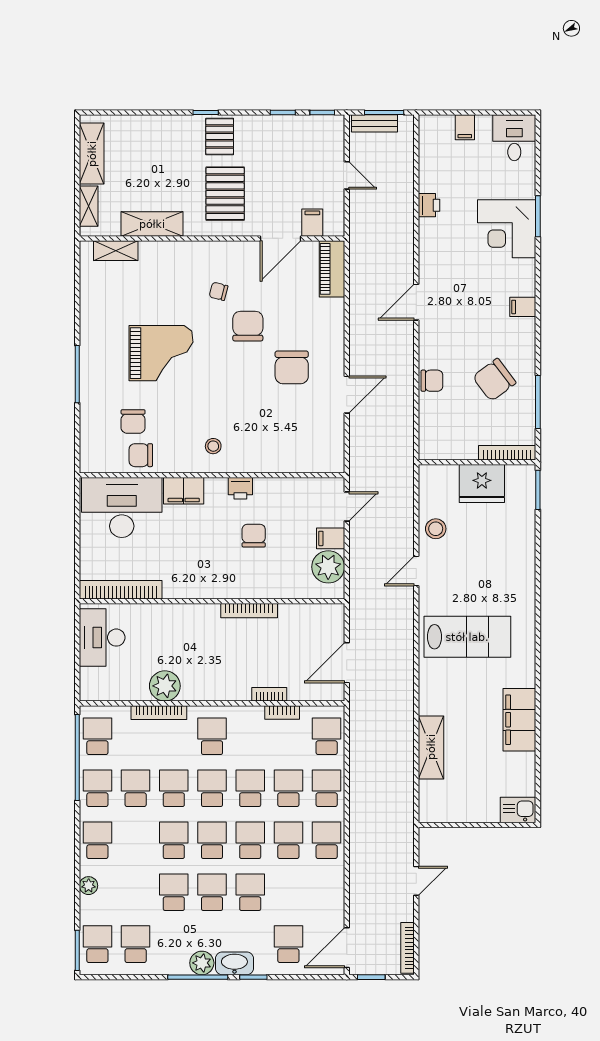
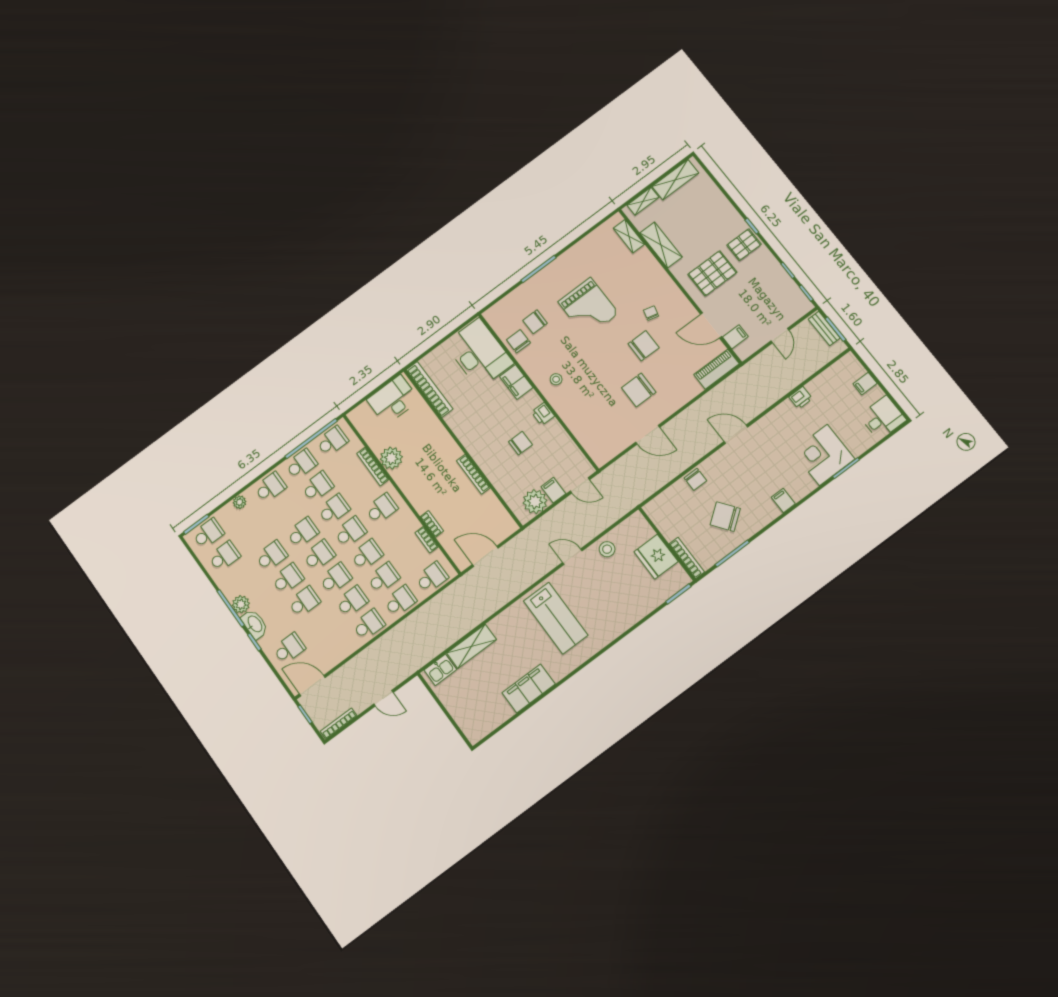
kitchen sink: (518, 810) -> (440, 670), moved, turned 90

